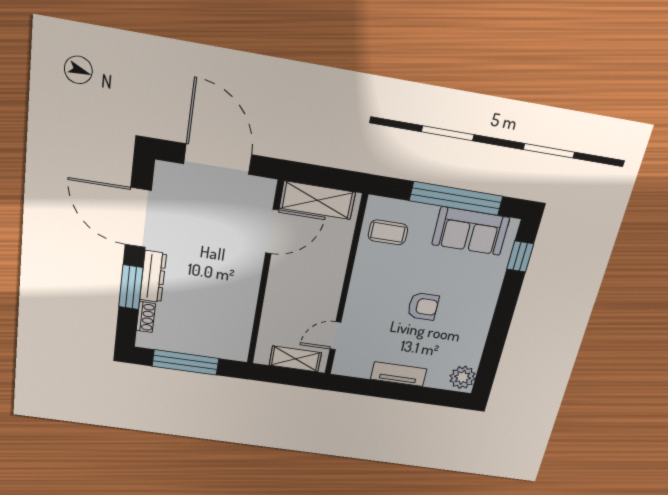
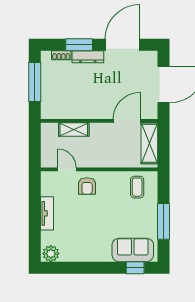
window: (456, 198) -> (164, 221), width x0.68
sofa: (471, 231) -> (133, 250), moved, turned 90
door: (272, 232) -> (127, 121), swing flipped
armchair: (423, 306) -> (87, 186), moved
shelving: (295, 359) -> (74, 129), moved, turned 90

